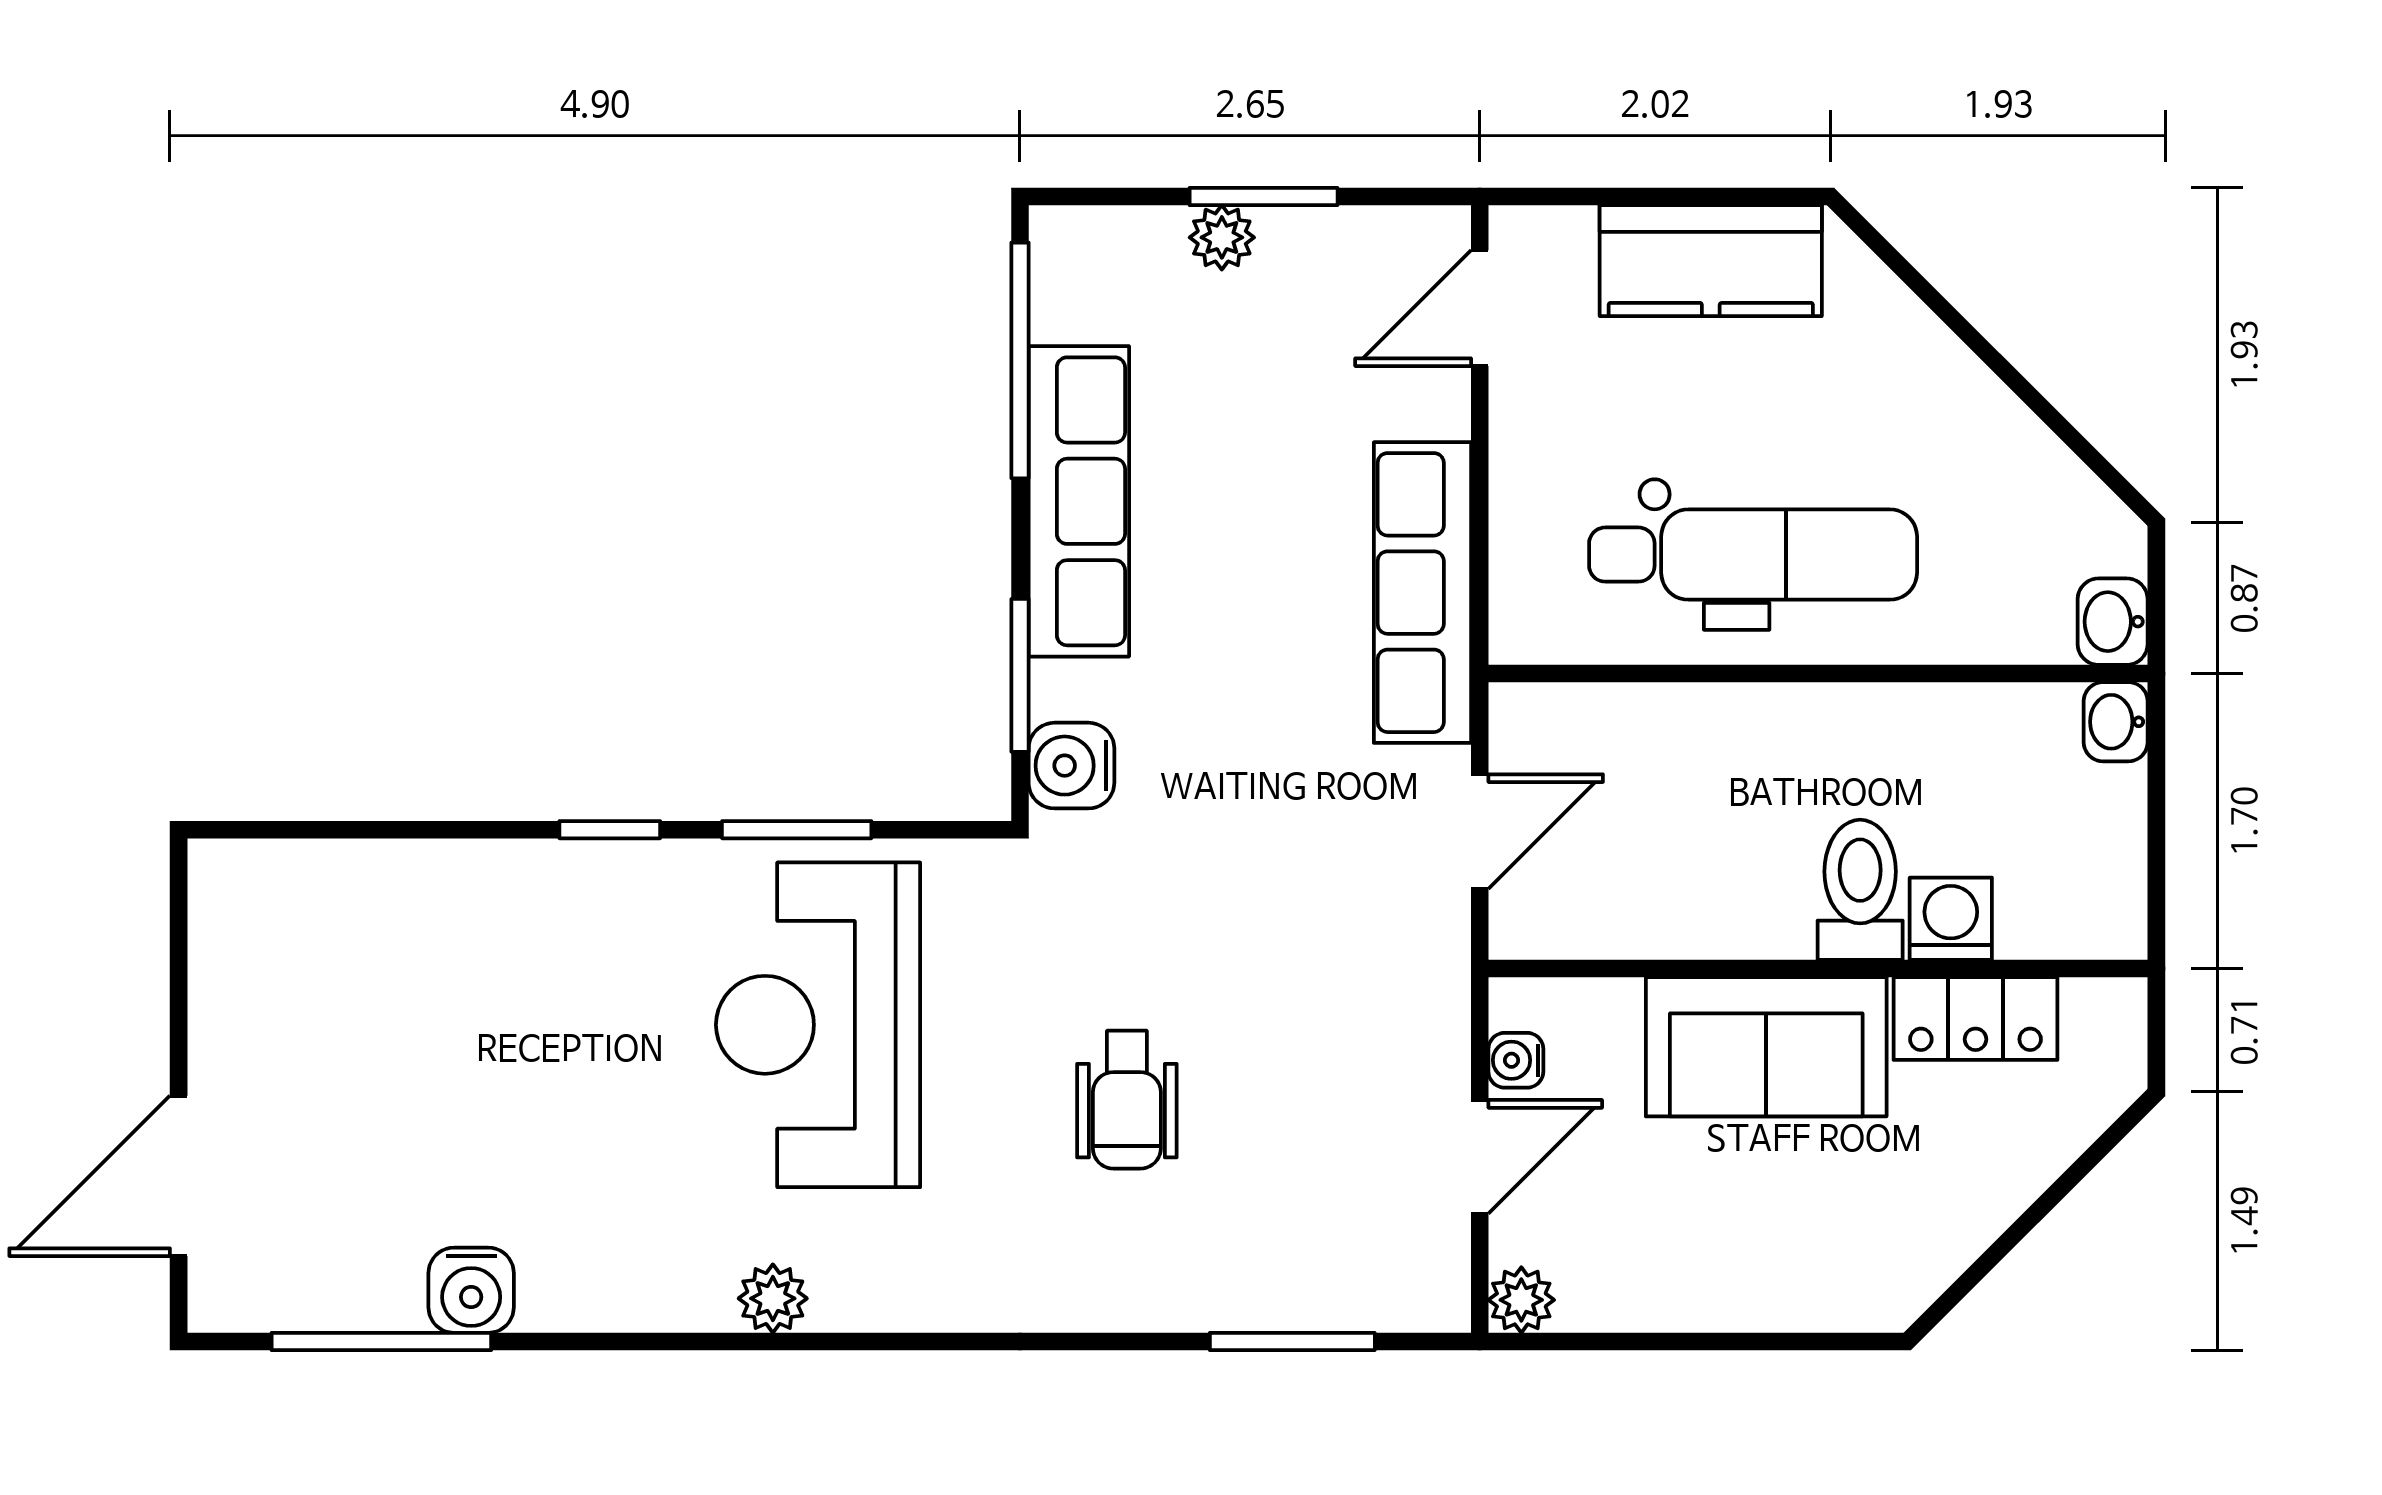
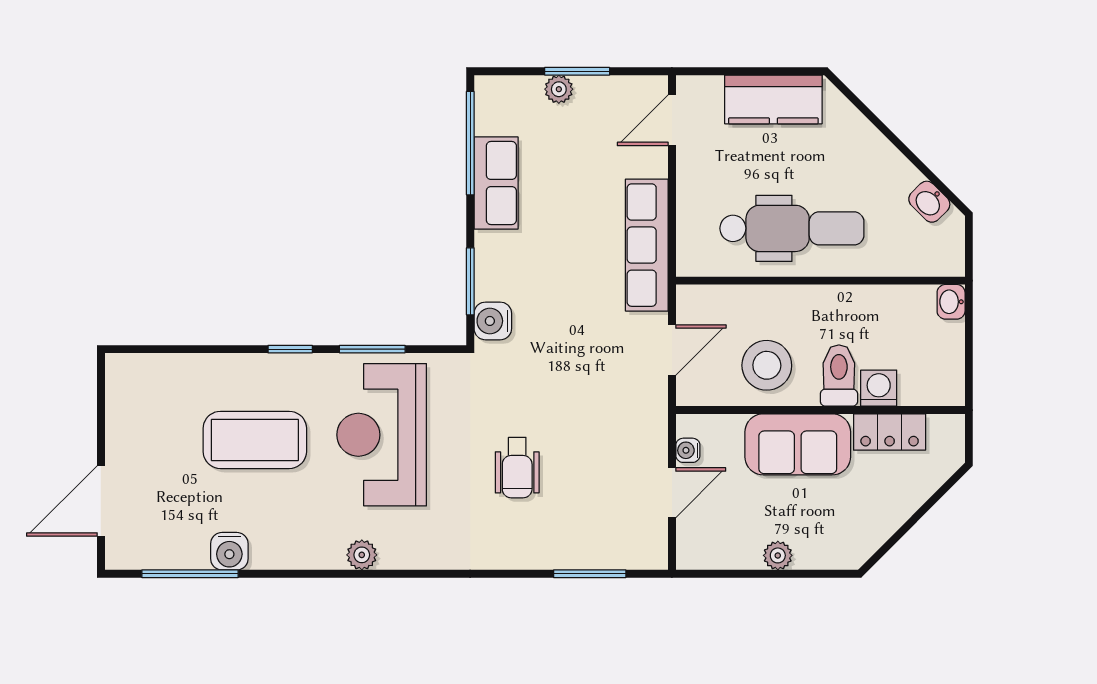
row of seats: (1079, 501) -> (496, 183), width x0.68
washbasin: (2113, 622) -> (929, 202), moved, turned -45
stool: (1696, 867) -> (767, 365), added
coffee table: (529, 1037) -> (255, 440), added
plant: (1521, 1300) -> (778, 555), moved

